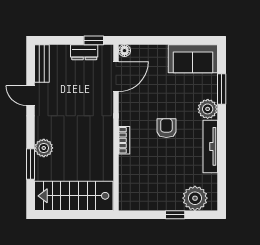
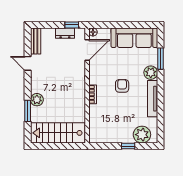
sofa: (193, 59) -> (134, 38), width x1.36

